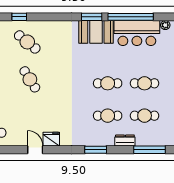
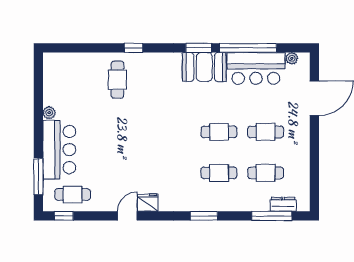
window: (19, 17) -> (133, 48), moved
cafe table: (27, 42) -> (117, 80), turned 51
cafe table: (30, 79) -> (121, 127), removed
dresser: (125, 141) -> (283, 204), moved
door: (35, 150) -> (127, 216), hinge flipped

